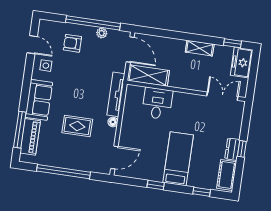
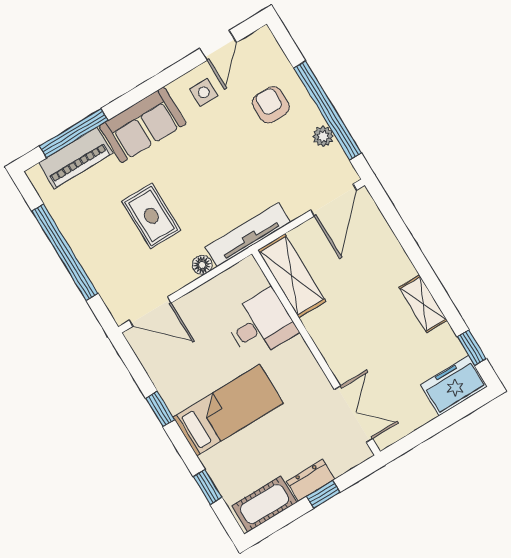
shelving: (148, 76) -> (292, 276), moved
wall: (186, 91) -> (316, 353), moved
double door: (222, 96) -> (353, 414), moved
desk: (157, 103) -> (261, 324), moved

